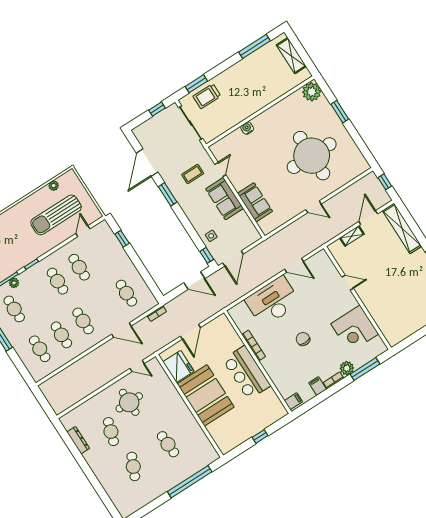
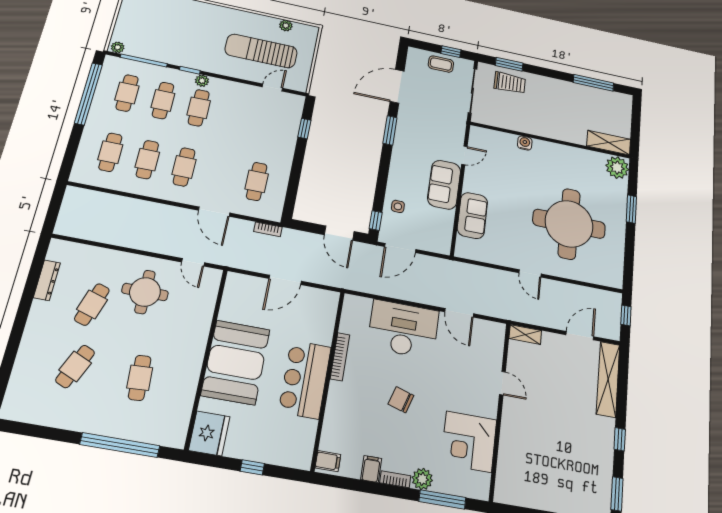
shelving: (291, 56) -> (609, 143), moved, turned 90
trolley: (207, 96) -> (510, 83), turned 180
coffee table: (193, 174) -> (441, 64), moved
shelving: (352, 236) -> (525, 335), moved
cafe table: (79, 267) -> (163, 100), moved
plant: (14, 283) -> (202, 81), moved
chair: (303, 339) -> (401, 400), turned -73
fridge: (178, 367) -> (209, 433), moved

